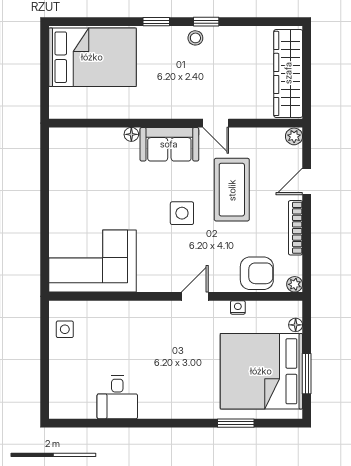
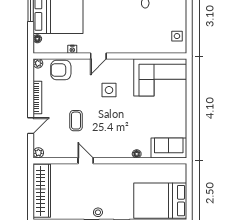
sofa: (169, 144) -> (169, 148), moved
coffee table: (232, 190) -> (76, 121), width x0.54, depth x0.58
side table: (182, 213) -> (109, 90), moved

